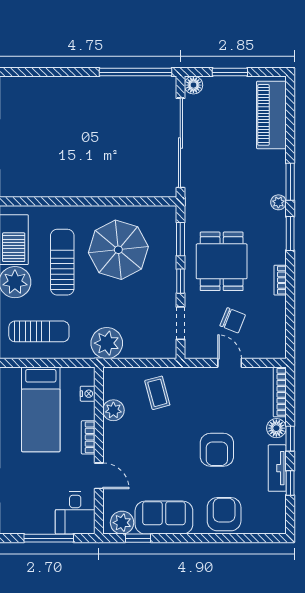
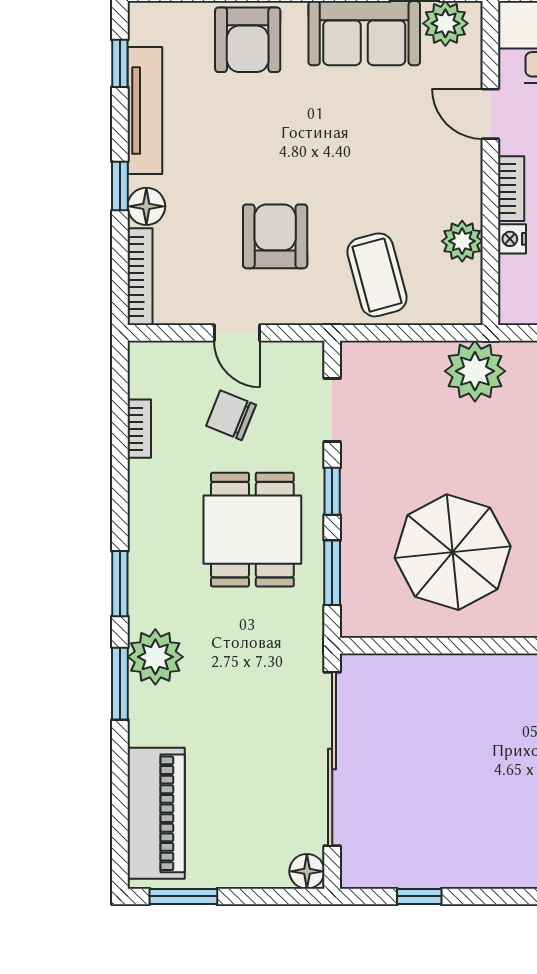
window: (135, 72) -> (419, 896), width x0.32
window: (230, 72) -> (183, 896), moved
plant: (278, 202) -> (155, 657), width x1.88, depth x1.88
bookcase: (280, 280) -> (139, 429), moved
coffee table: (157, 393) -> (377, 275), width x1.36, depth x1.30
nightstand: (88, 394) -> (512, 239), moved
armchair: (217, 450) -> (275, 236), moved
tv unit: (277, 468) -> (145, 111), width x1.41
window: (290, 483) -> (120, 63), moved

